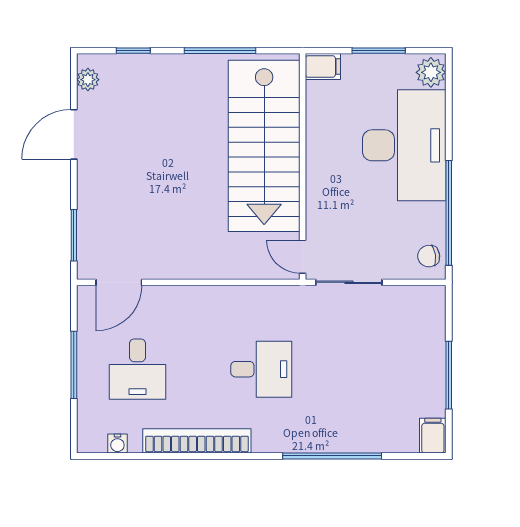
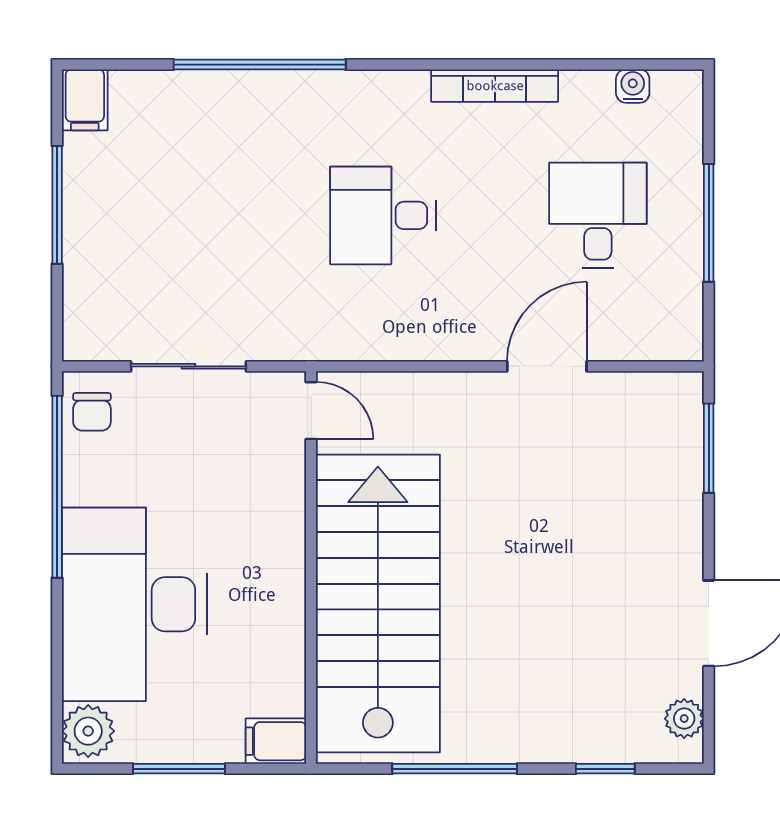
chair: (429, 256) -> (92, 412), turned 99
door: (119, 282) -> (547, 366), moved
sliding door: (349, 282) -> (189, 366), moved
bookcase: (197, 441) -> (495, 86), width x0.68, depth x0.76

